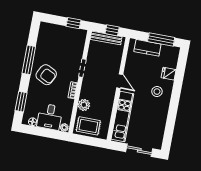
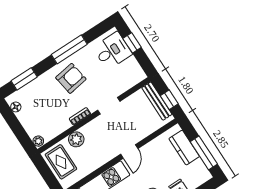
window: (74, 23) -> (132, 43), moved
armchair: (46, 75) -> (71, 78), turned -126
desk: (50, 117) -> (112, 51), moved, turned 180

